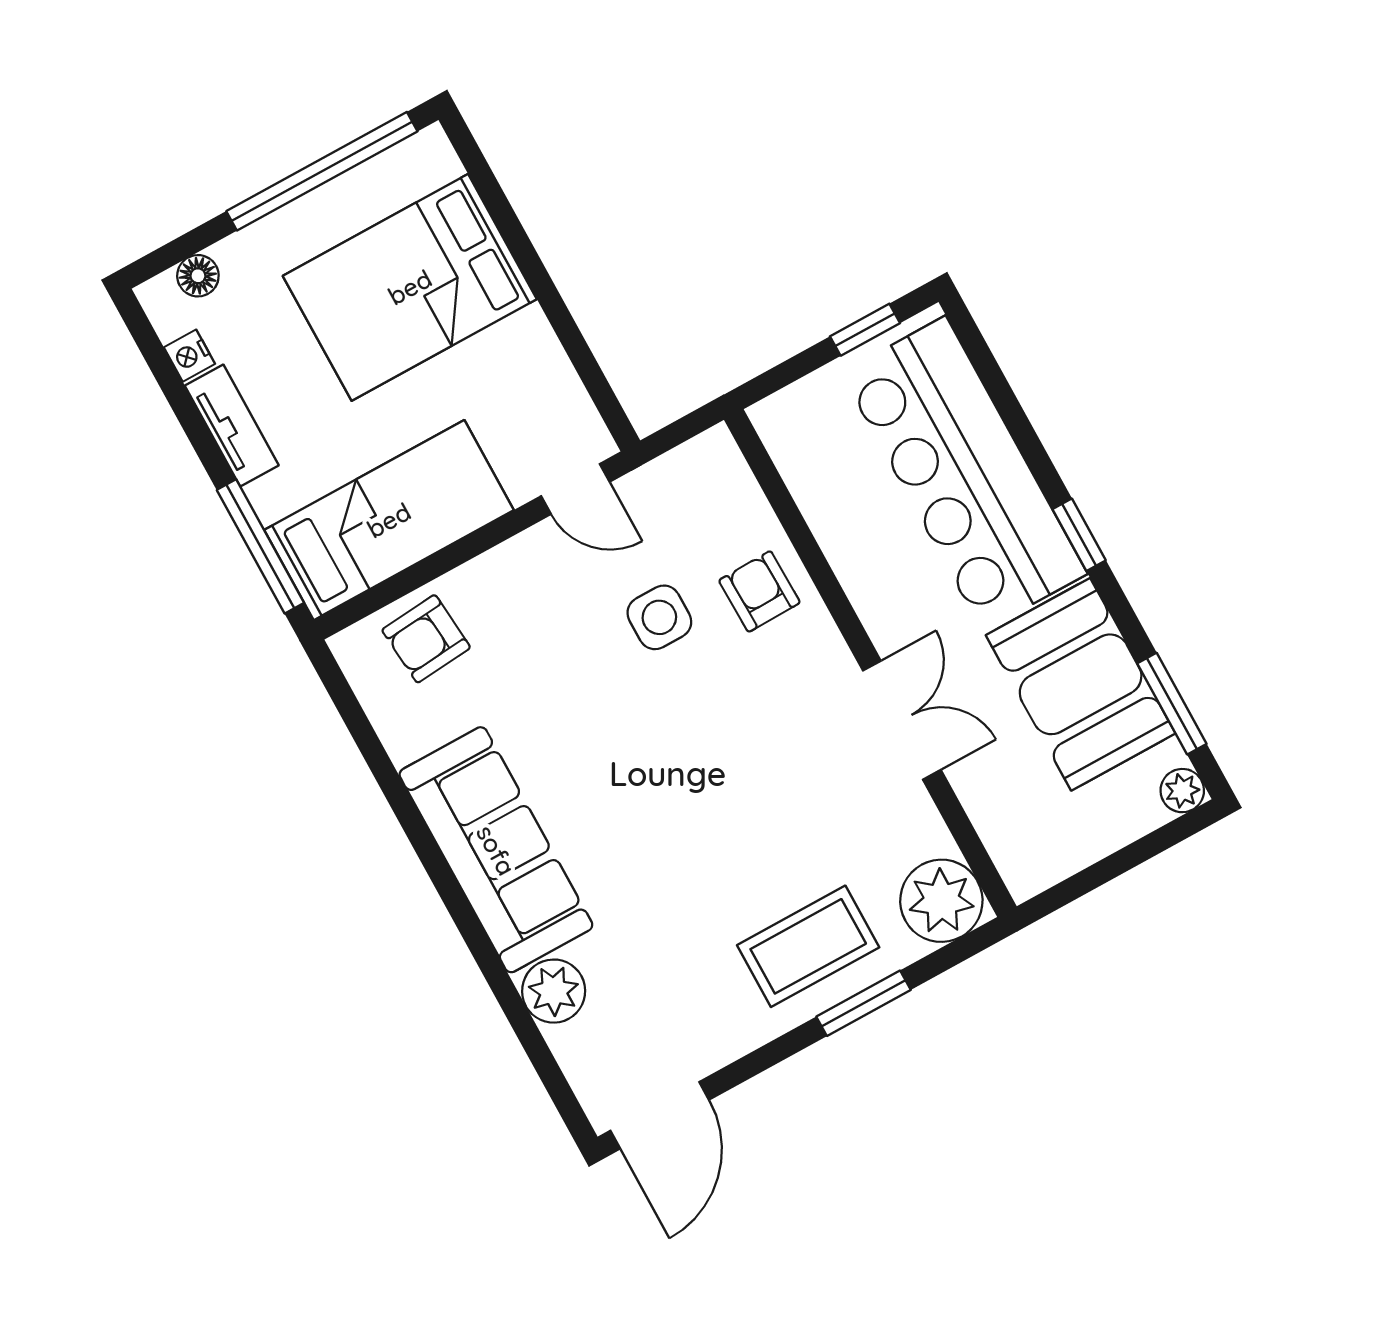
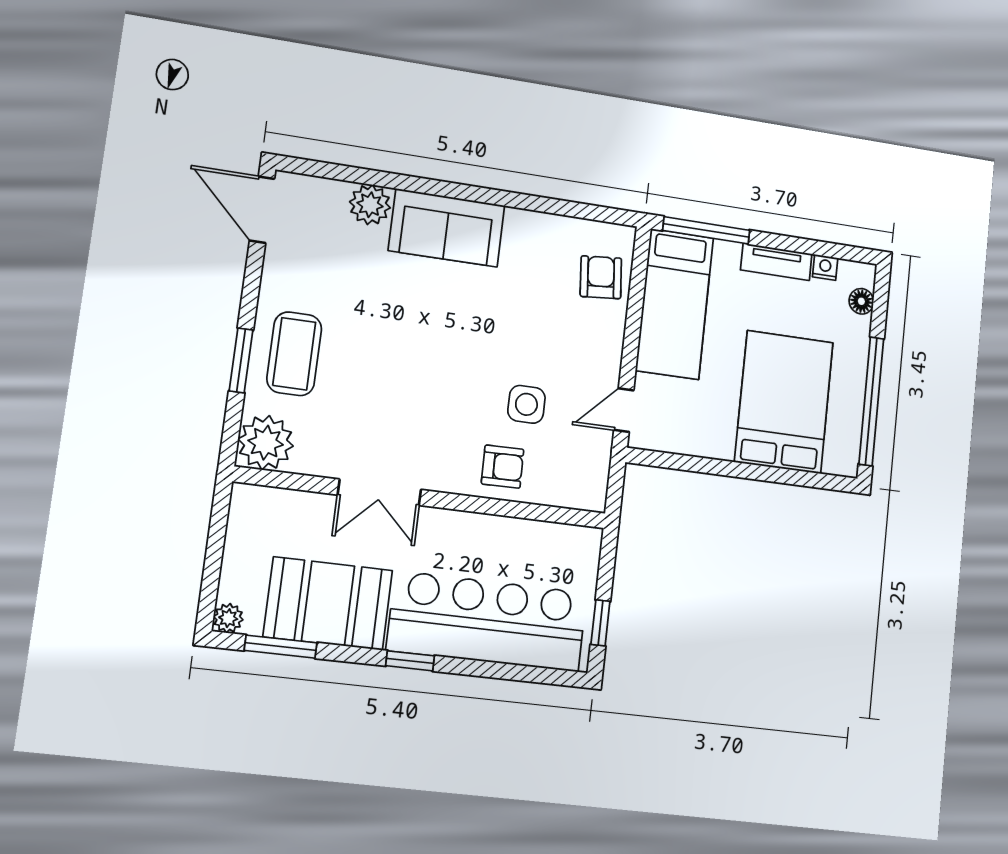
sofa: (496, 850) -> (447, 228), width x0.73

